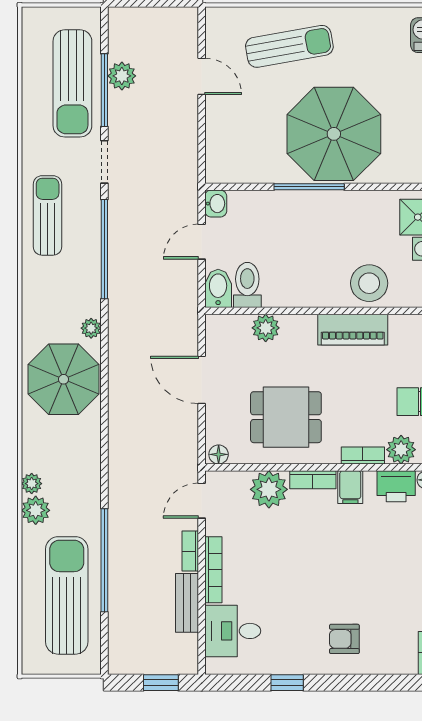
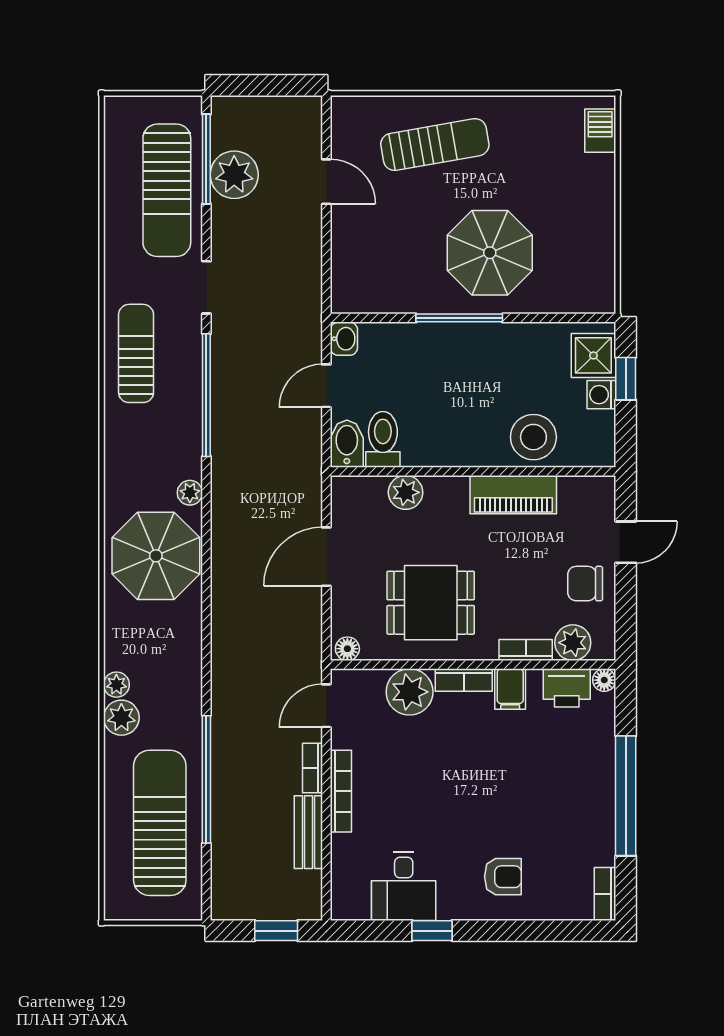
plant: (122, 76) -> (234, 175), width x1.36, depth x1.36
window: (104, 90) -> (206, 159), moved
parasol: (334, 134) -> (490, 253), width x0.73, depth x0.73
door: (202, 380) -> (326, 557), hinge flipped
desk: (233, 631) -> (404, 886), moved, turned -90
armchair: (344, 639) -> (503, 877), turned 180

